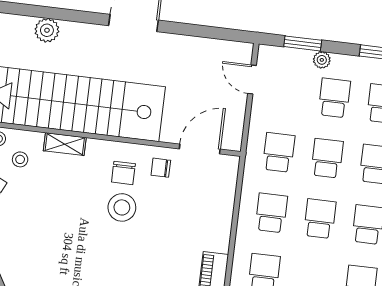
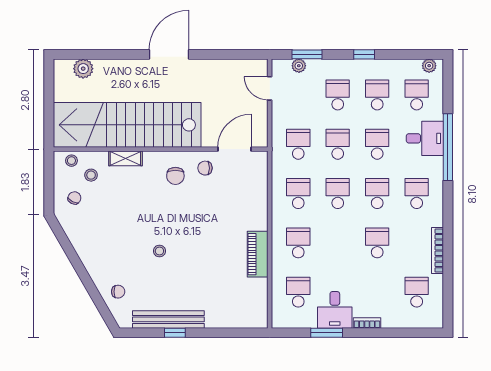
plant: (47, 30) -> (83, 69), moved
plant: (322, 60) -> (299, 66), moved
stool: (122, 207) -> (159, 251), moved, width x0.53, depth x0.53

